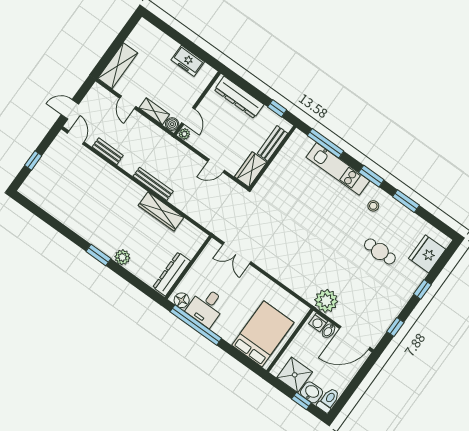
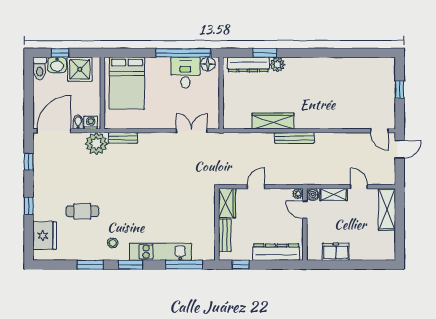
bench: (108, 151) -> (123, 138), moved
window: (98, 255) -> (265, 53), moved
dresser: (172, 274) -> (248, 64), moved, turned 90

